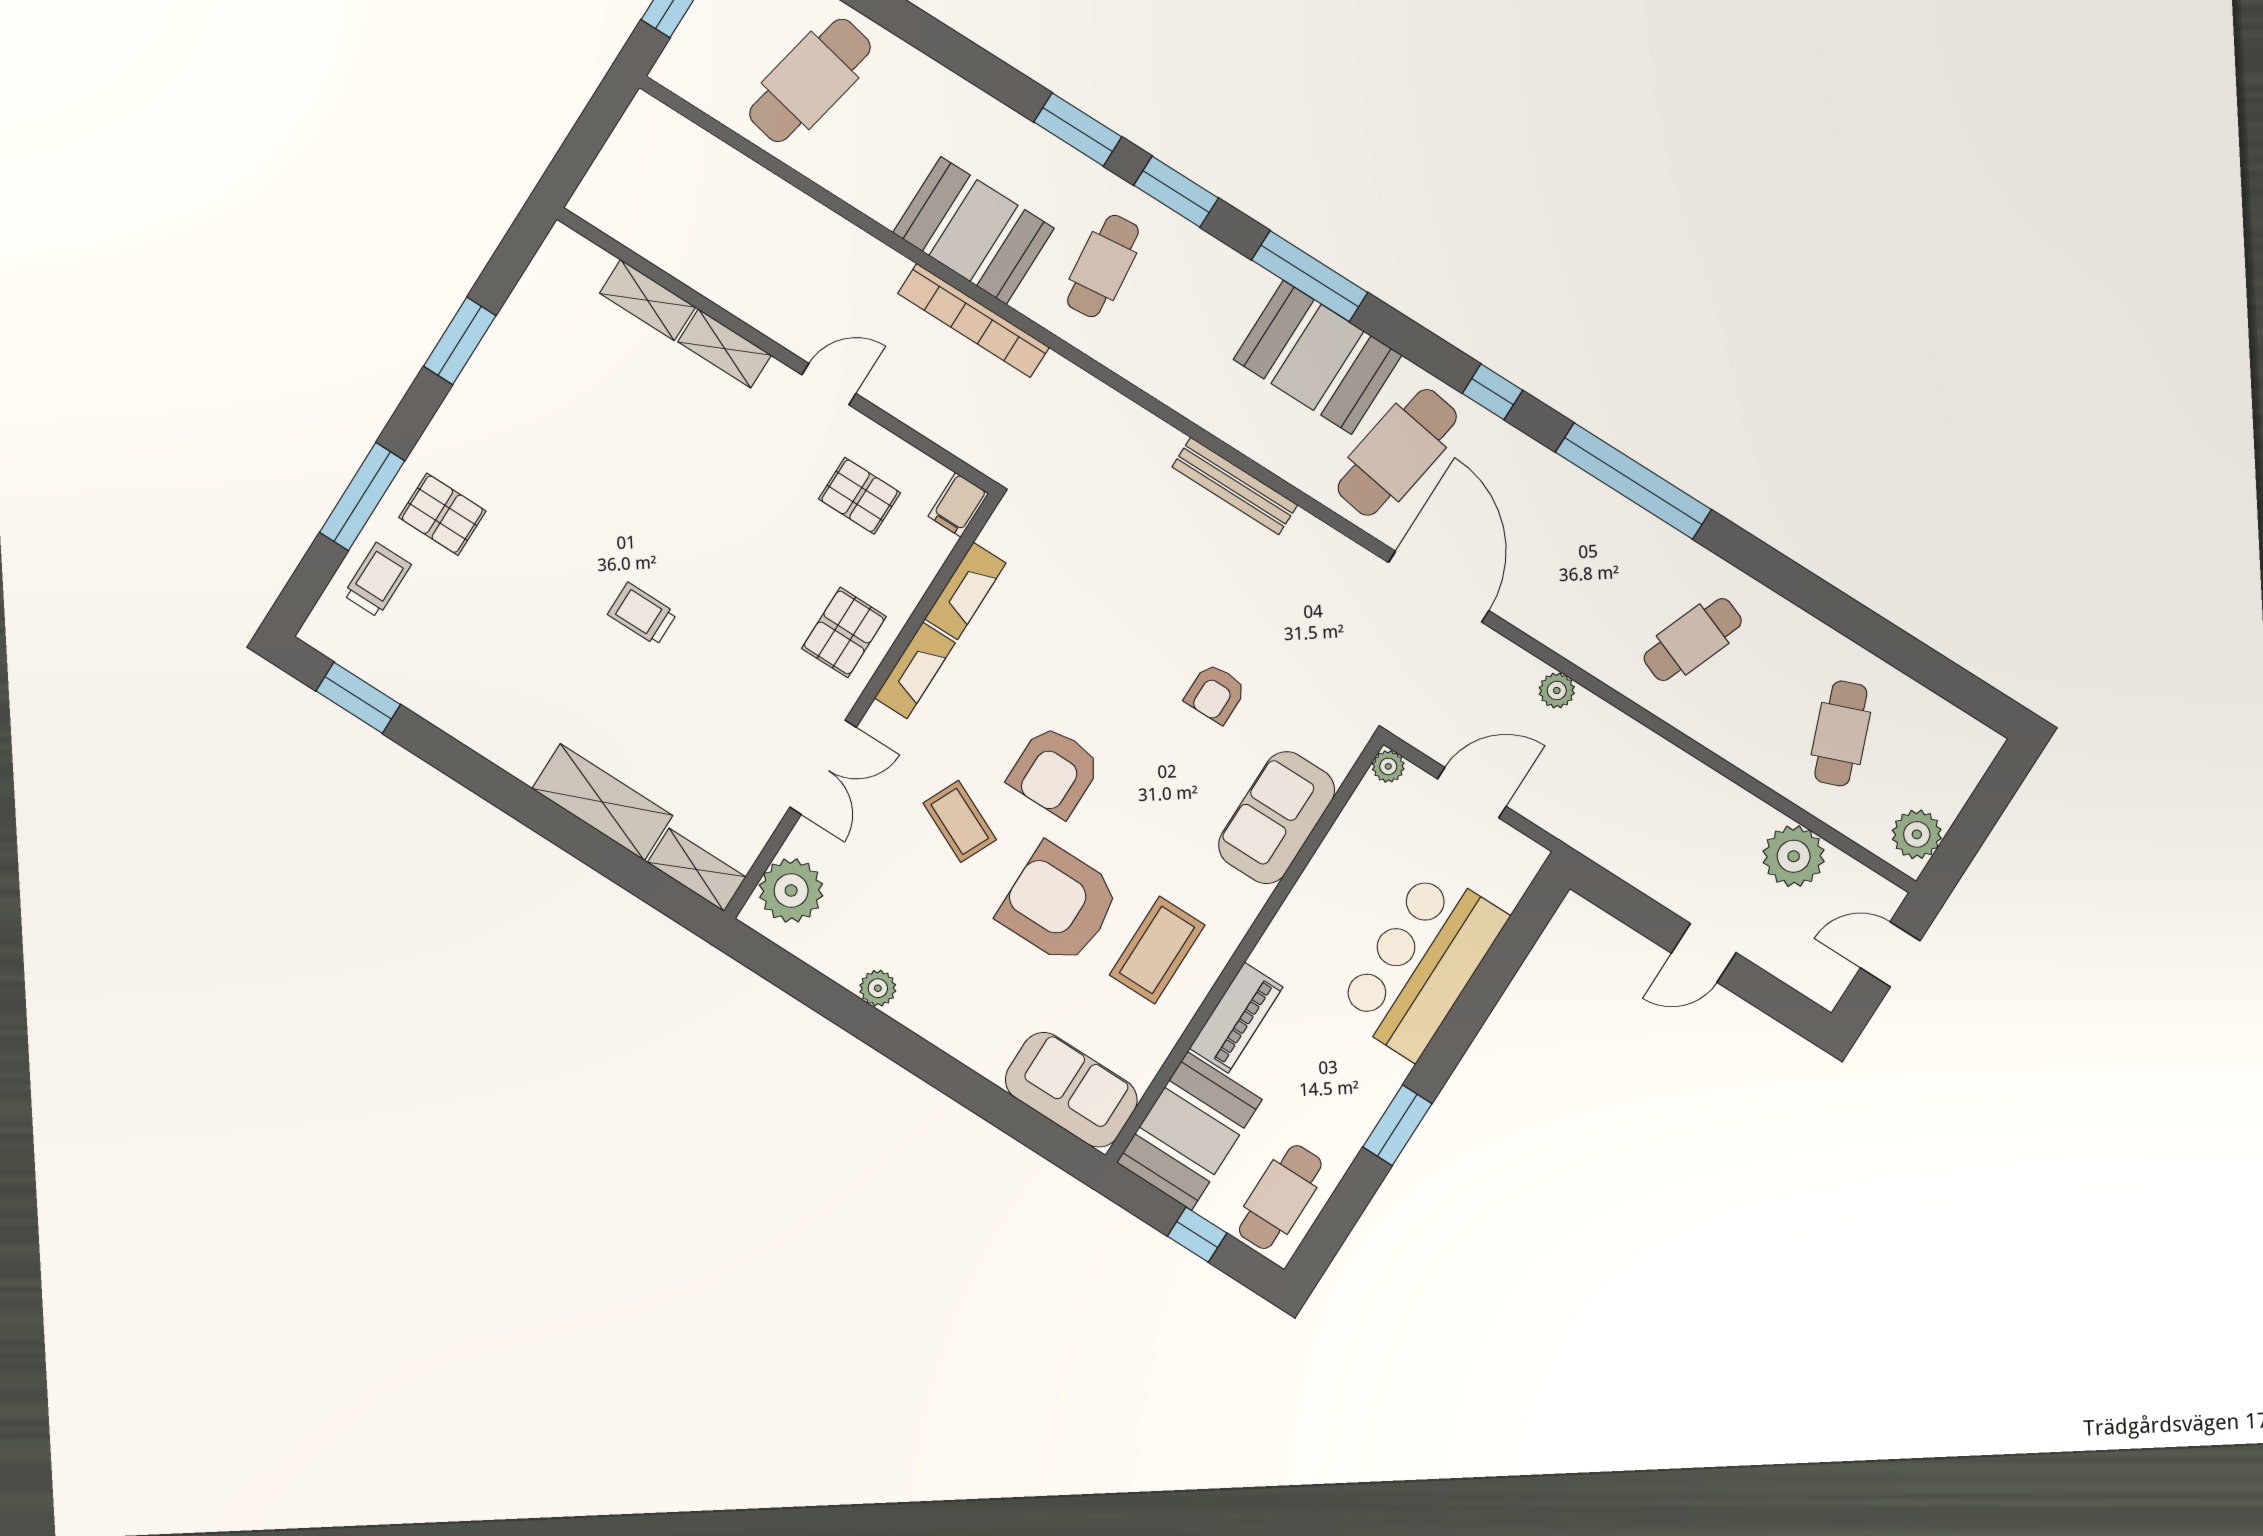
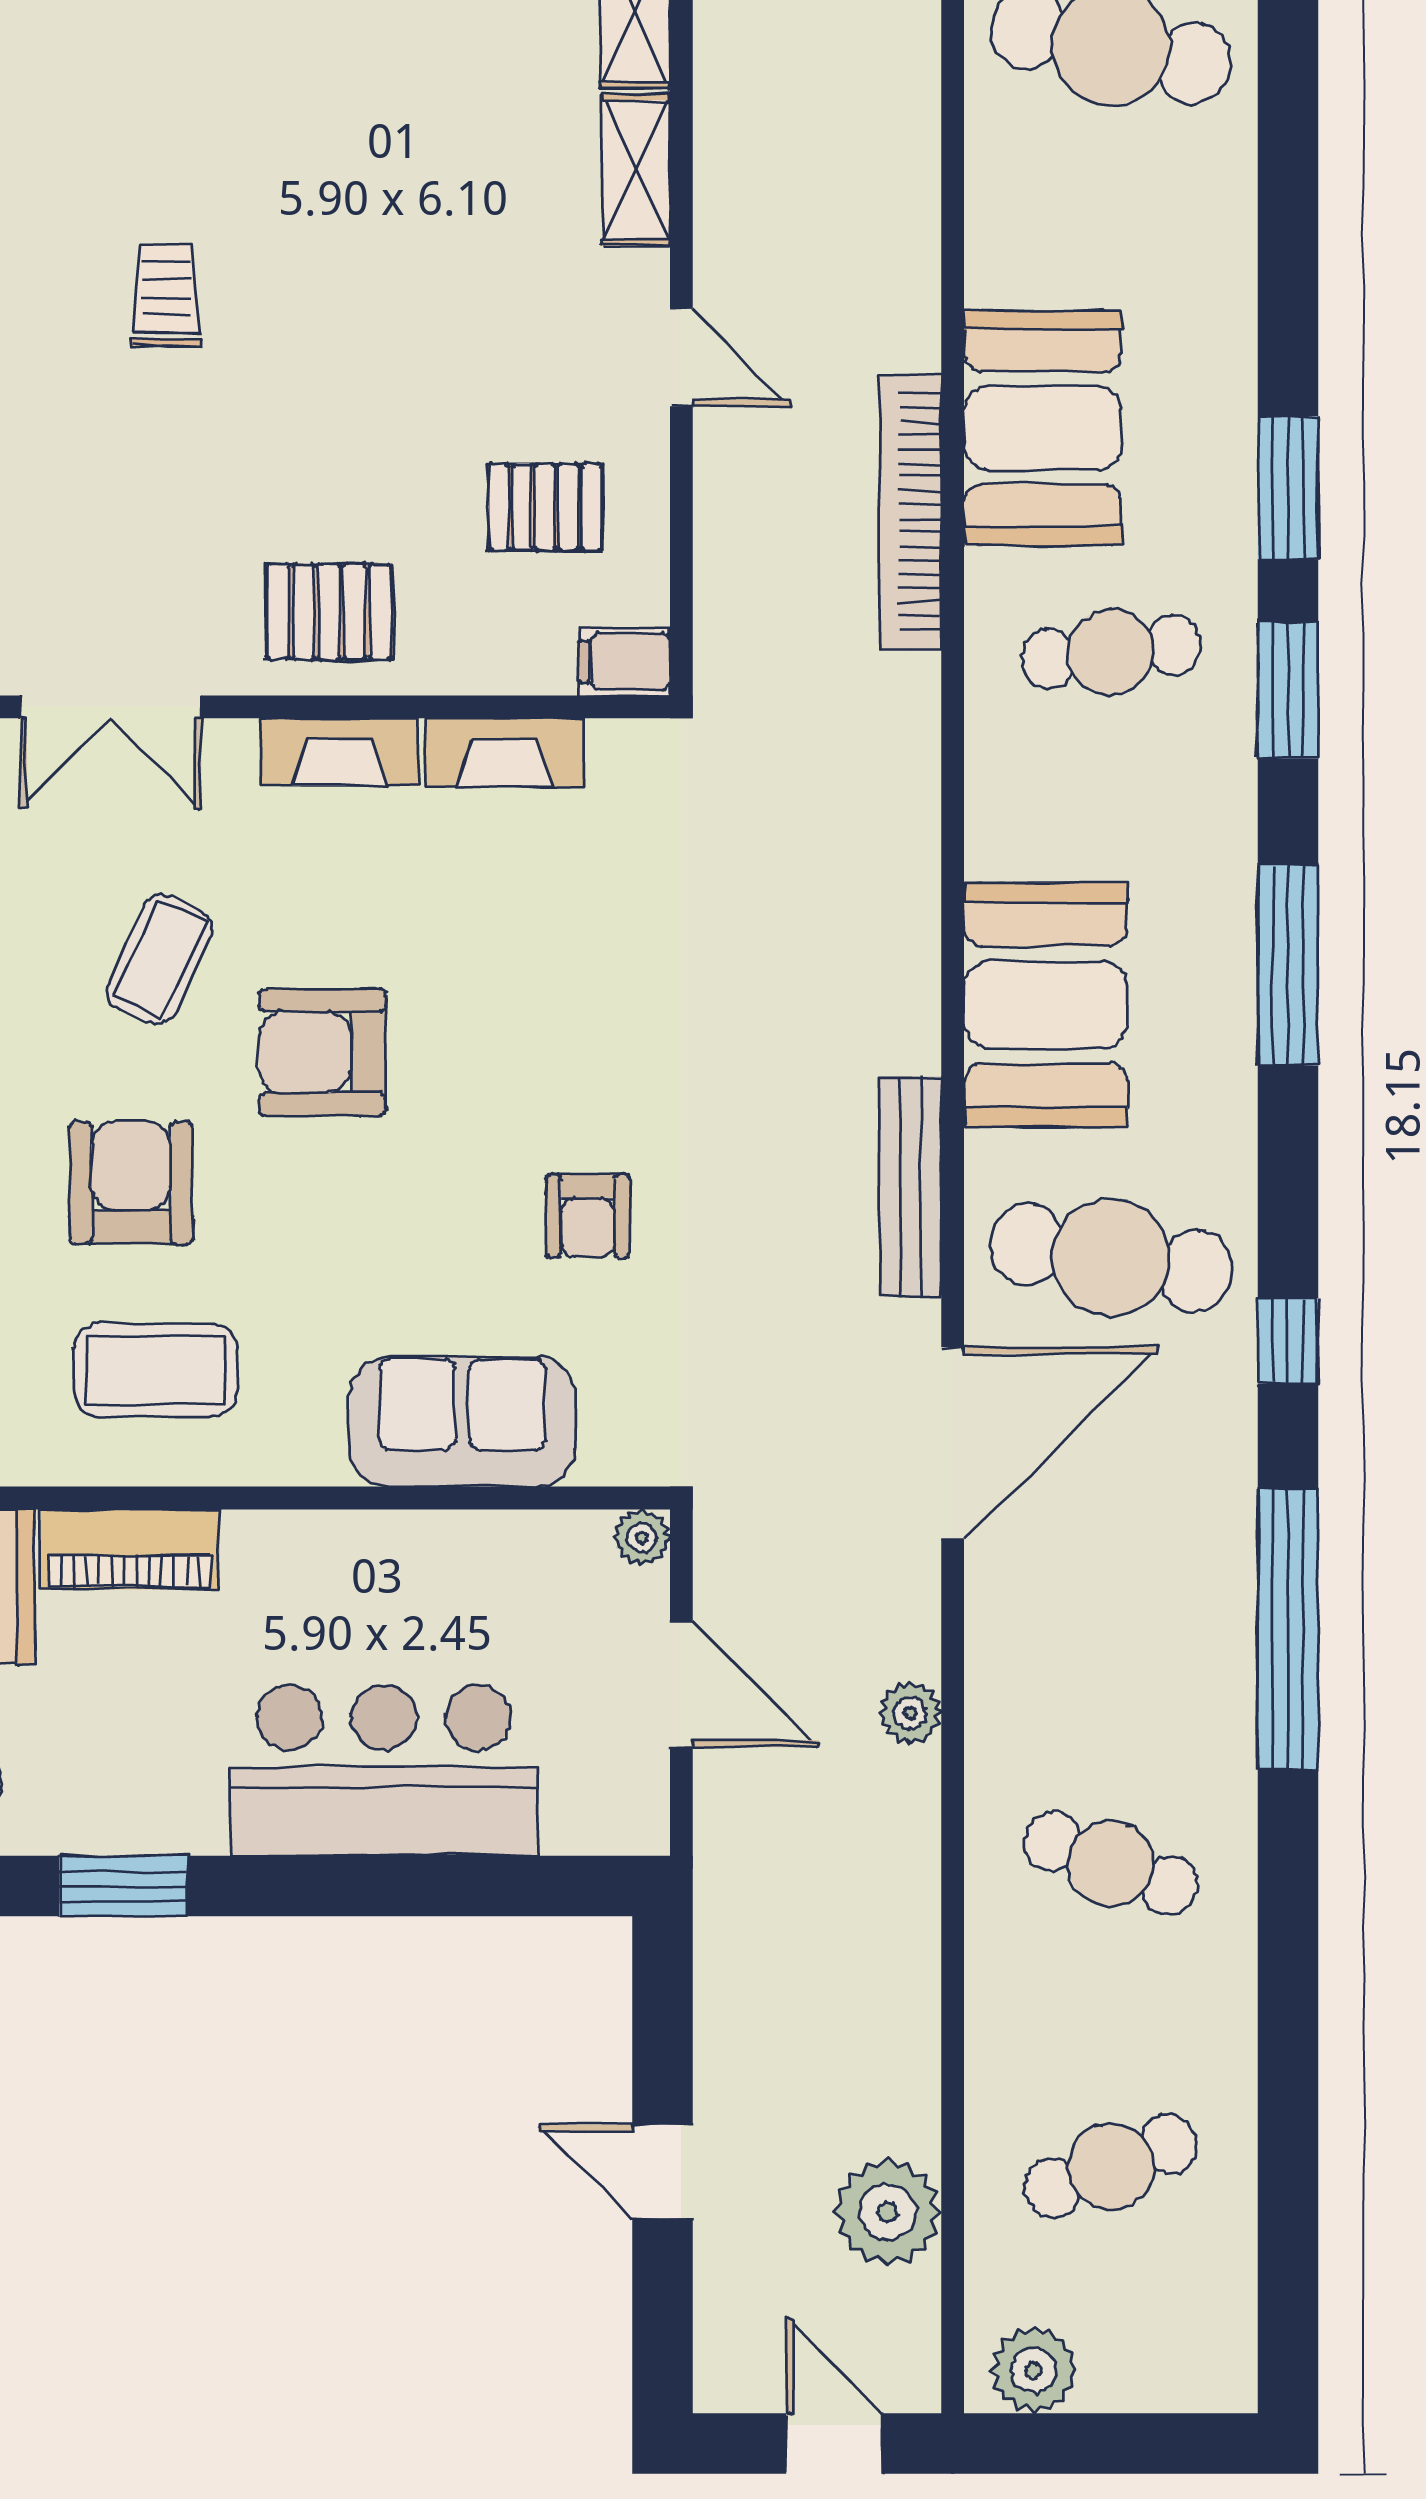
booth: (1317, 357) -> (1046, 1005), moved
bench: (1235, 486) -> (911, 1186), moved
pallet: (860, 496) -> (545, 507), turned 90
armchair: (1215, 693) -> (588, 1216), turned -90
armchair: (1059, 904) -> (131, 1183), width x0.73, depth x0.73

